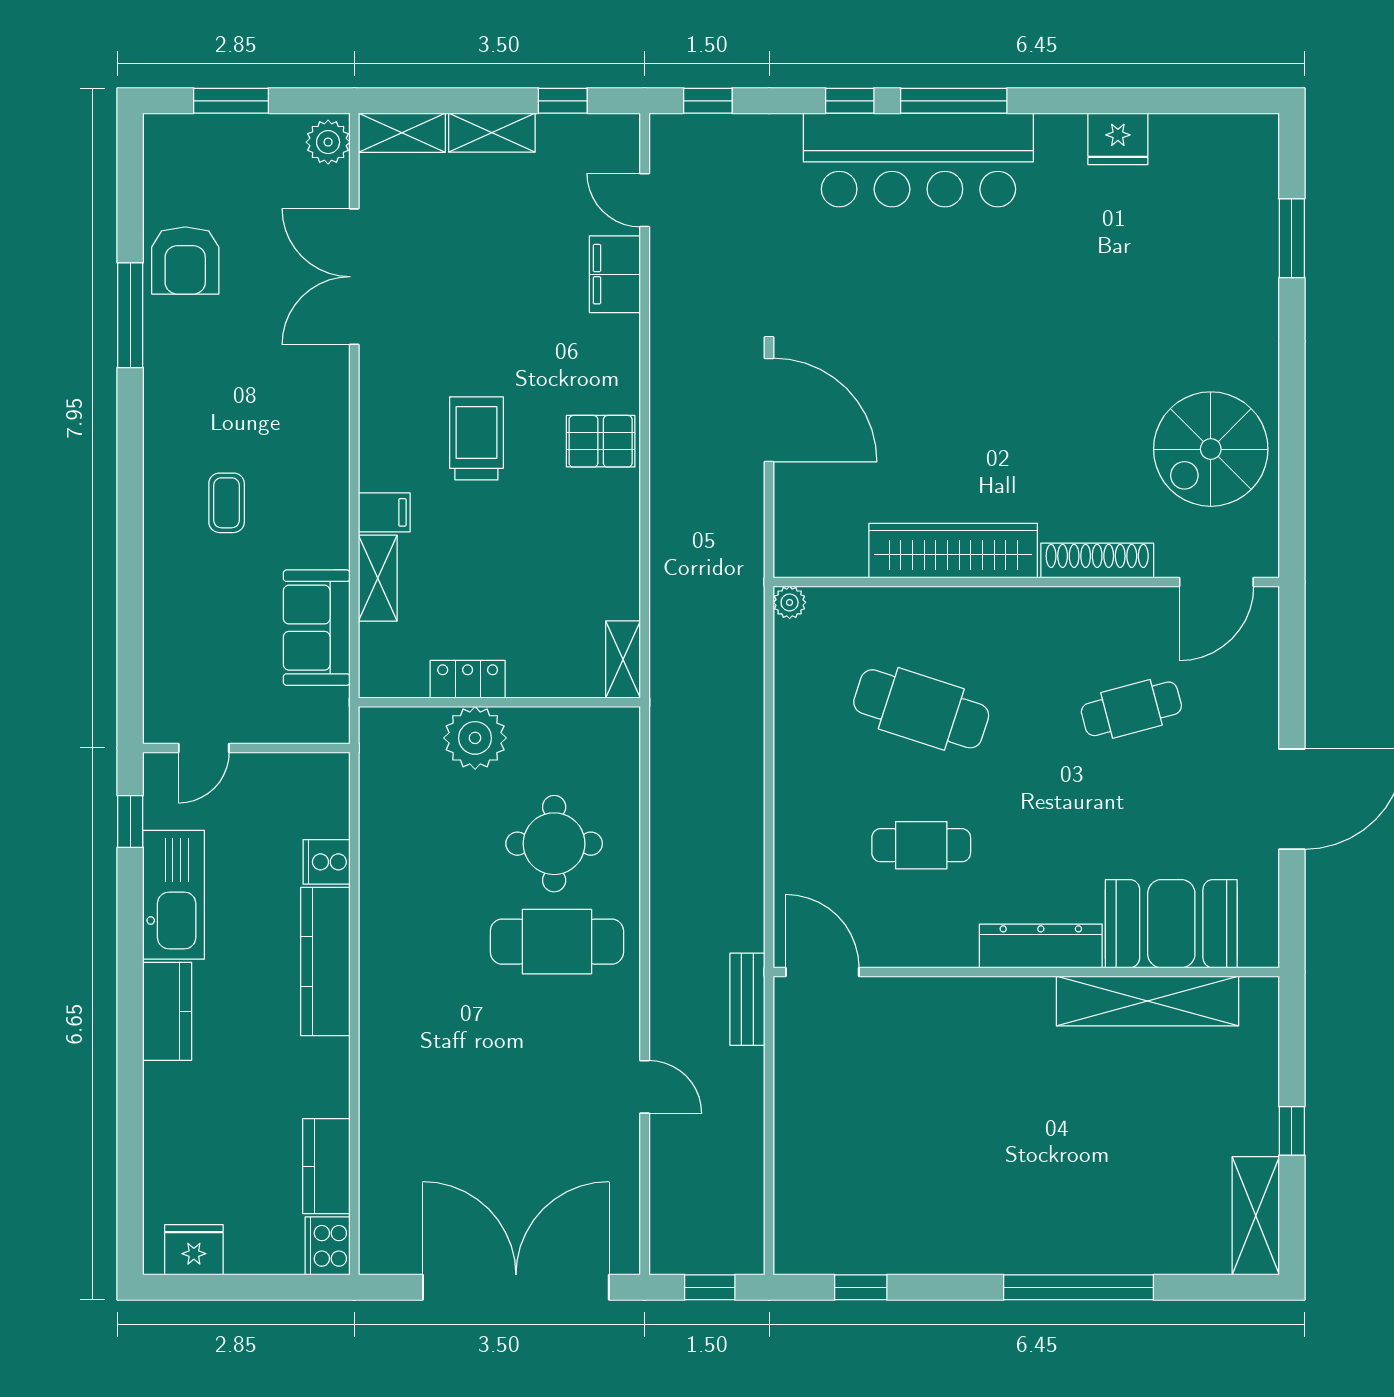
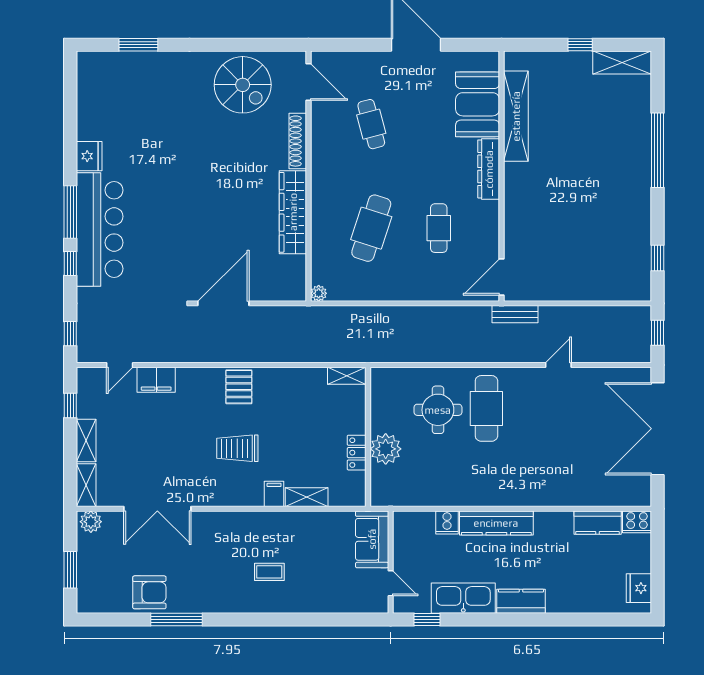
fridge: (1118, 139) -> (89, 156), moved
sofa: (317, 628) -> (372, 539), moved, turned 90

